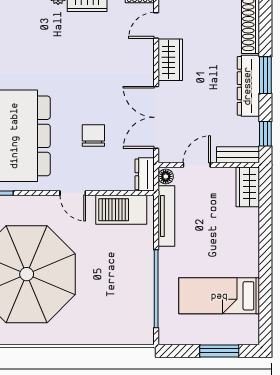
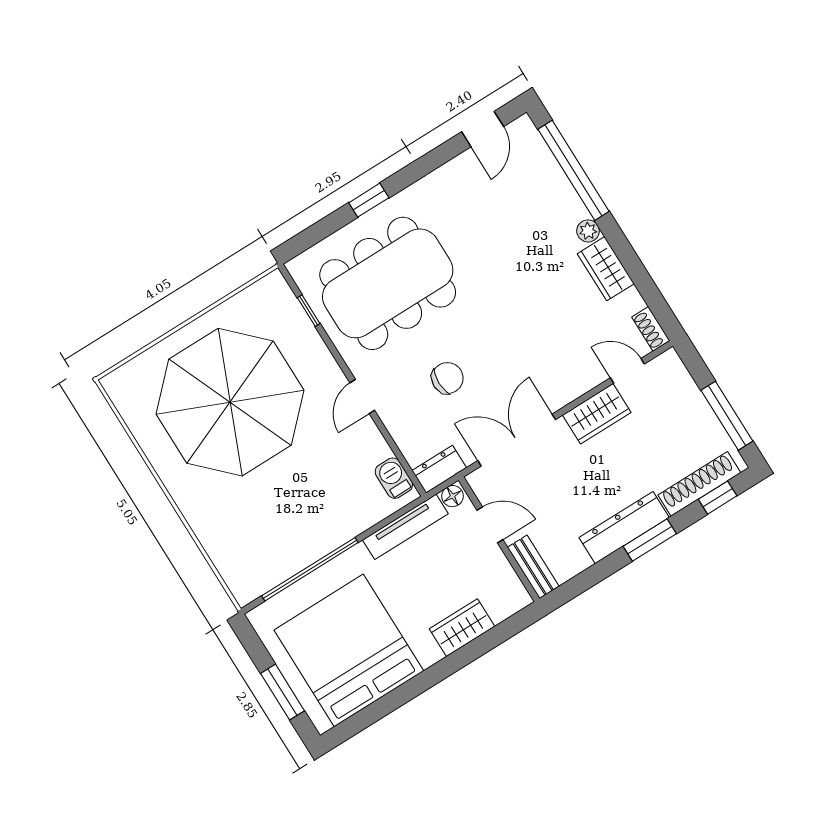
window: (265, 134) -> (718, 498), moved
wardrobe: (248, 187) -> (462, 628), moved
barbecue: (121, 210) -> (394, 478), width x0.53, depth x0.65
bed: (219, 296) -> (349, 650), width x2.04

